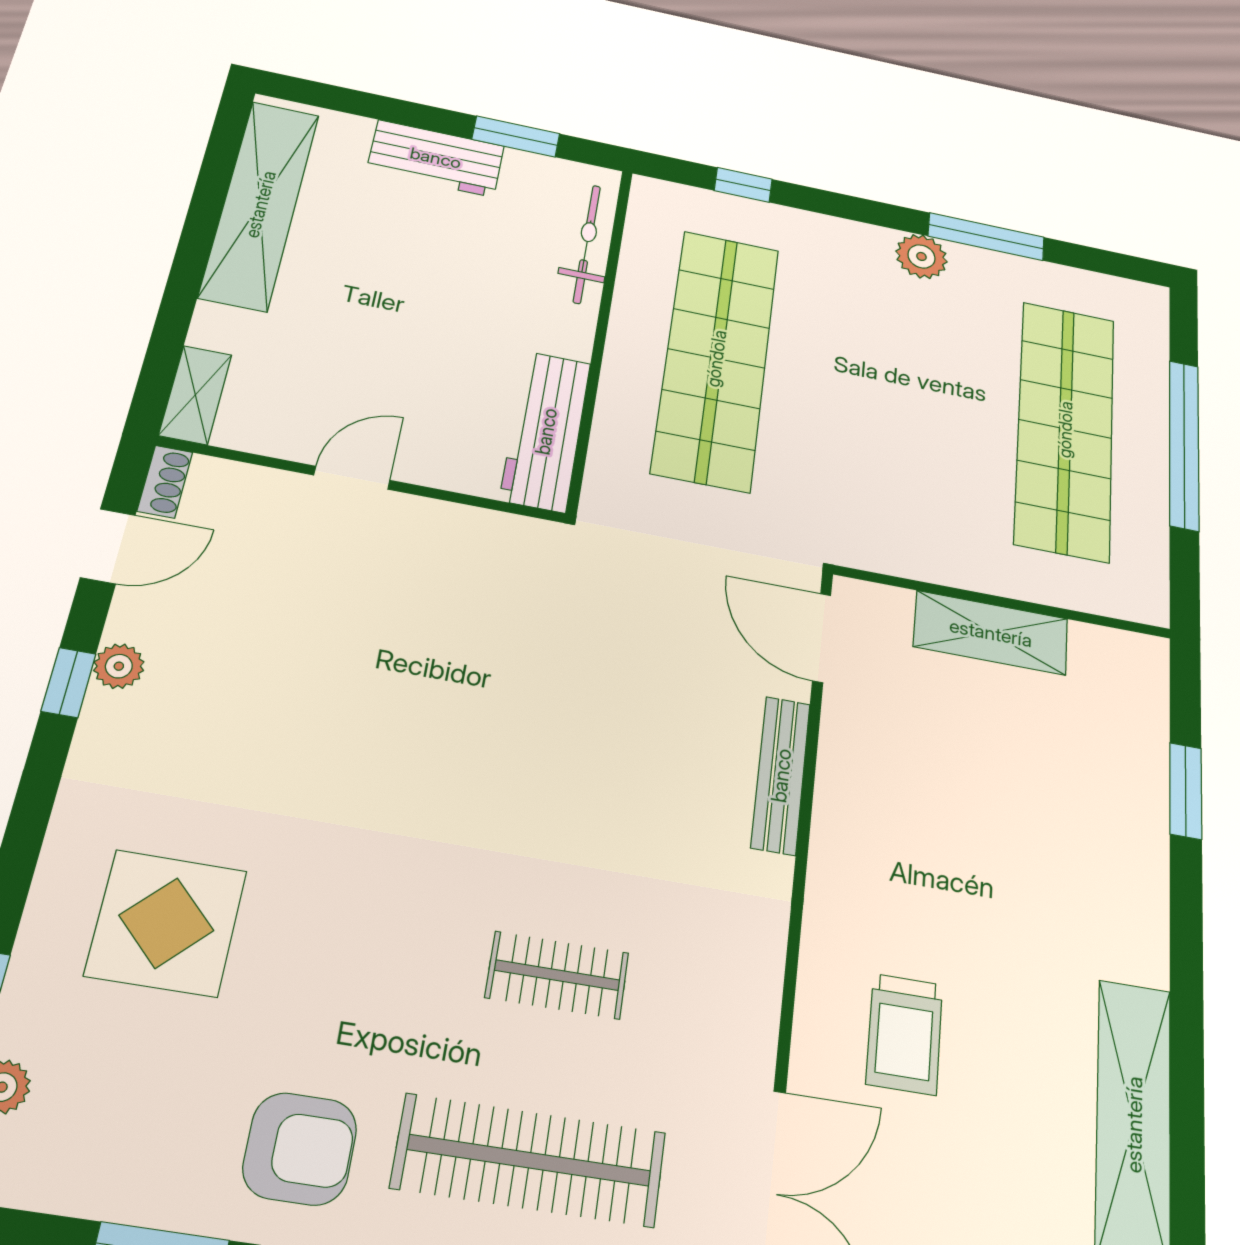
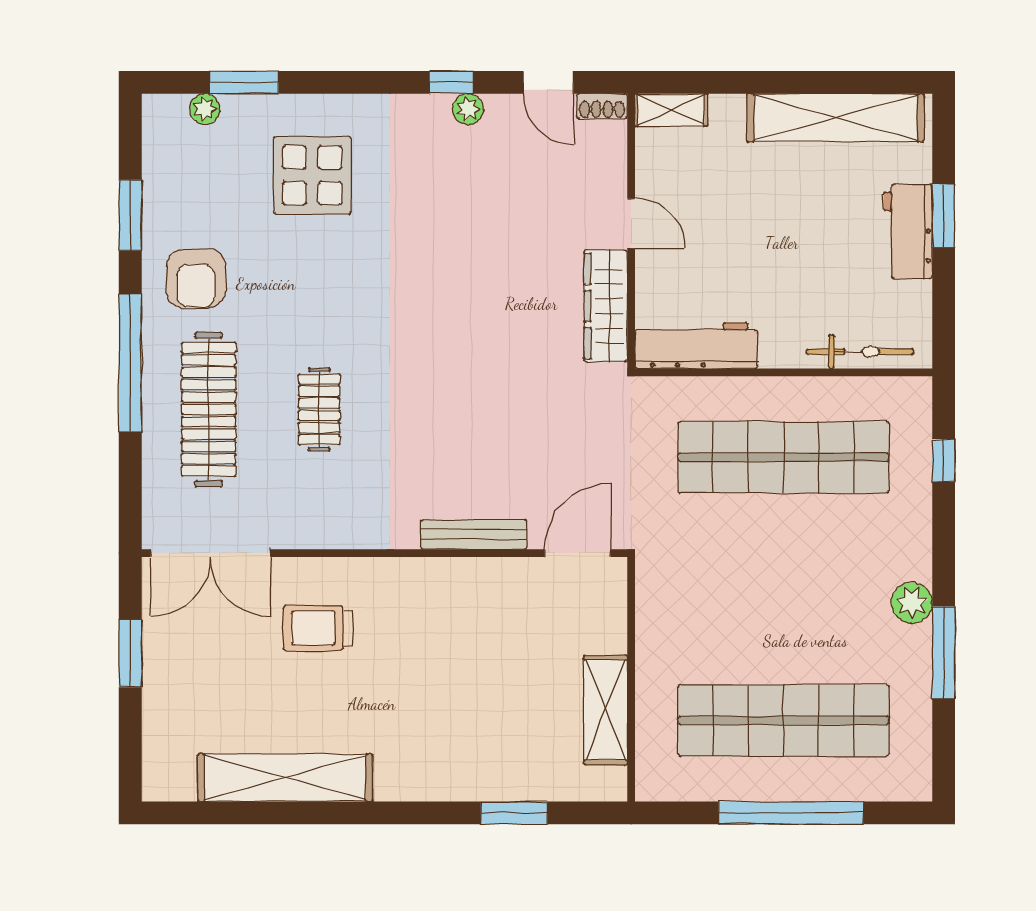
window: (516, 136) -> (944, 216), moved
wardrobe: (467, 534) -> (606, 306), added
shelving: (991, 633) -> (605, 710), moved

